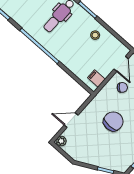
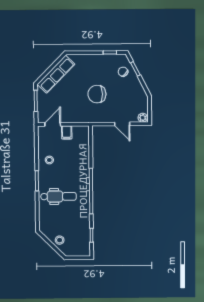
filing cabinet: (96, 78) -> (67, 132), moved
chair: (122, 87) -> (123, 72), moved

